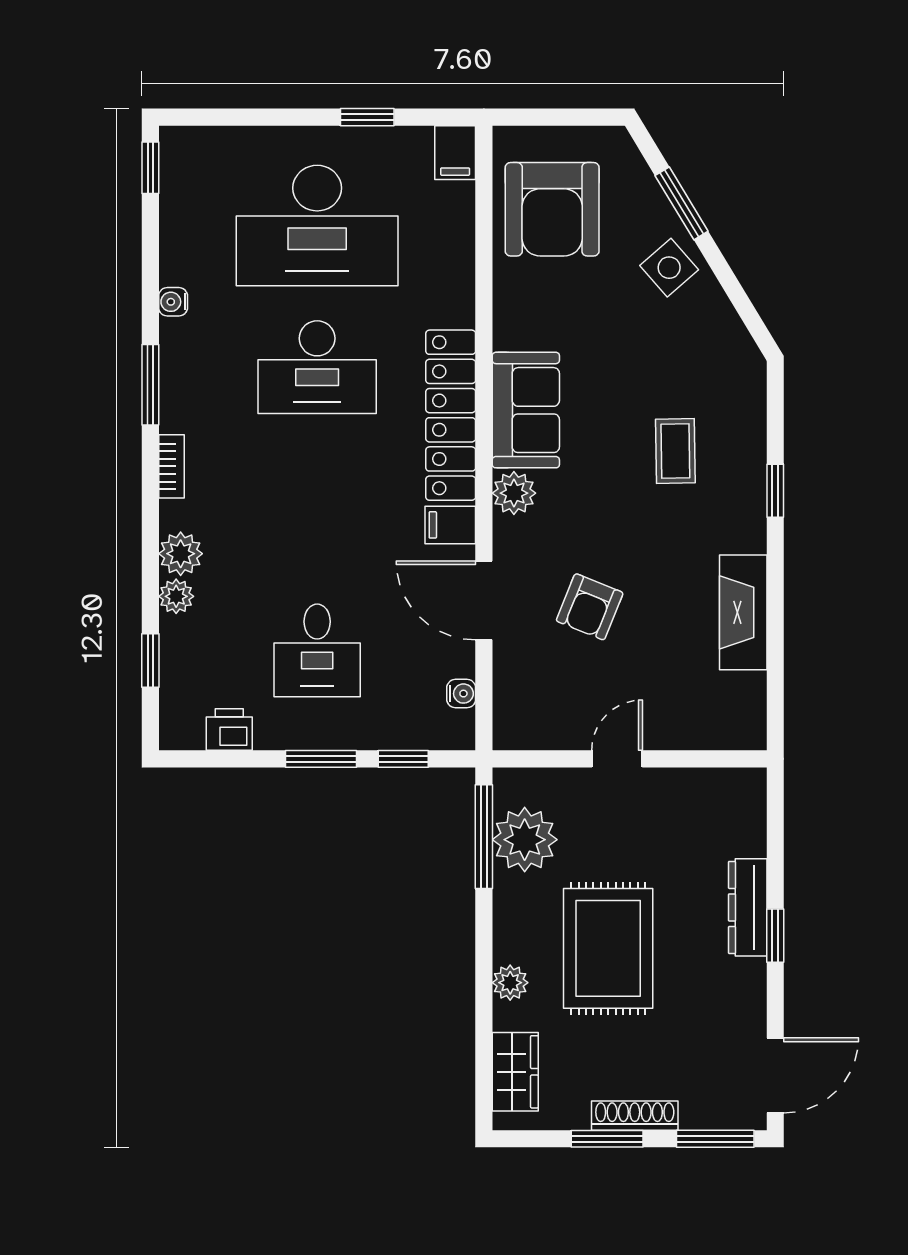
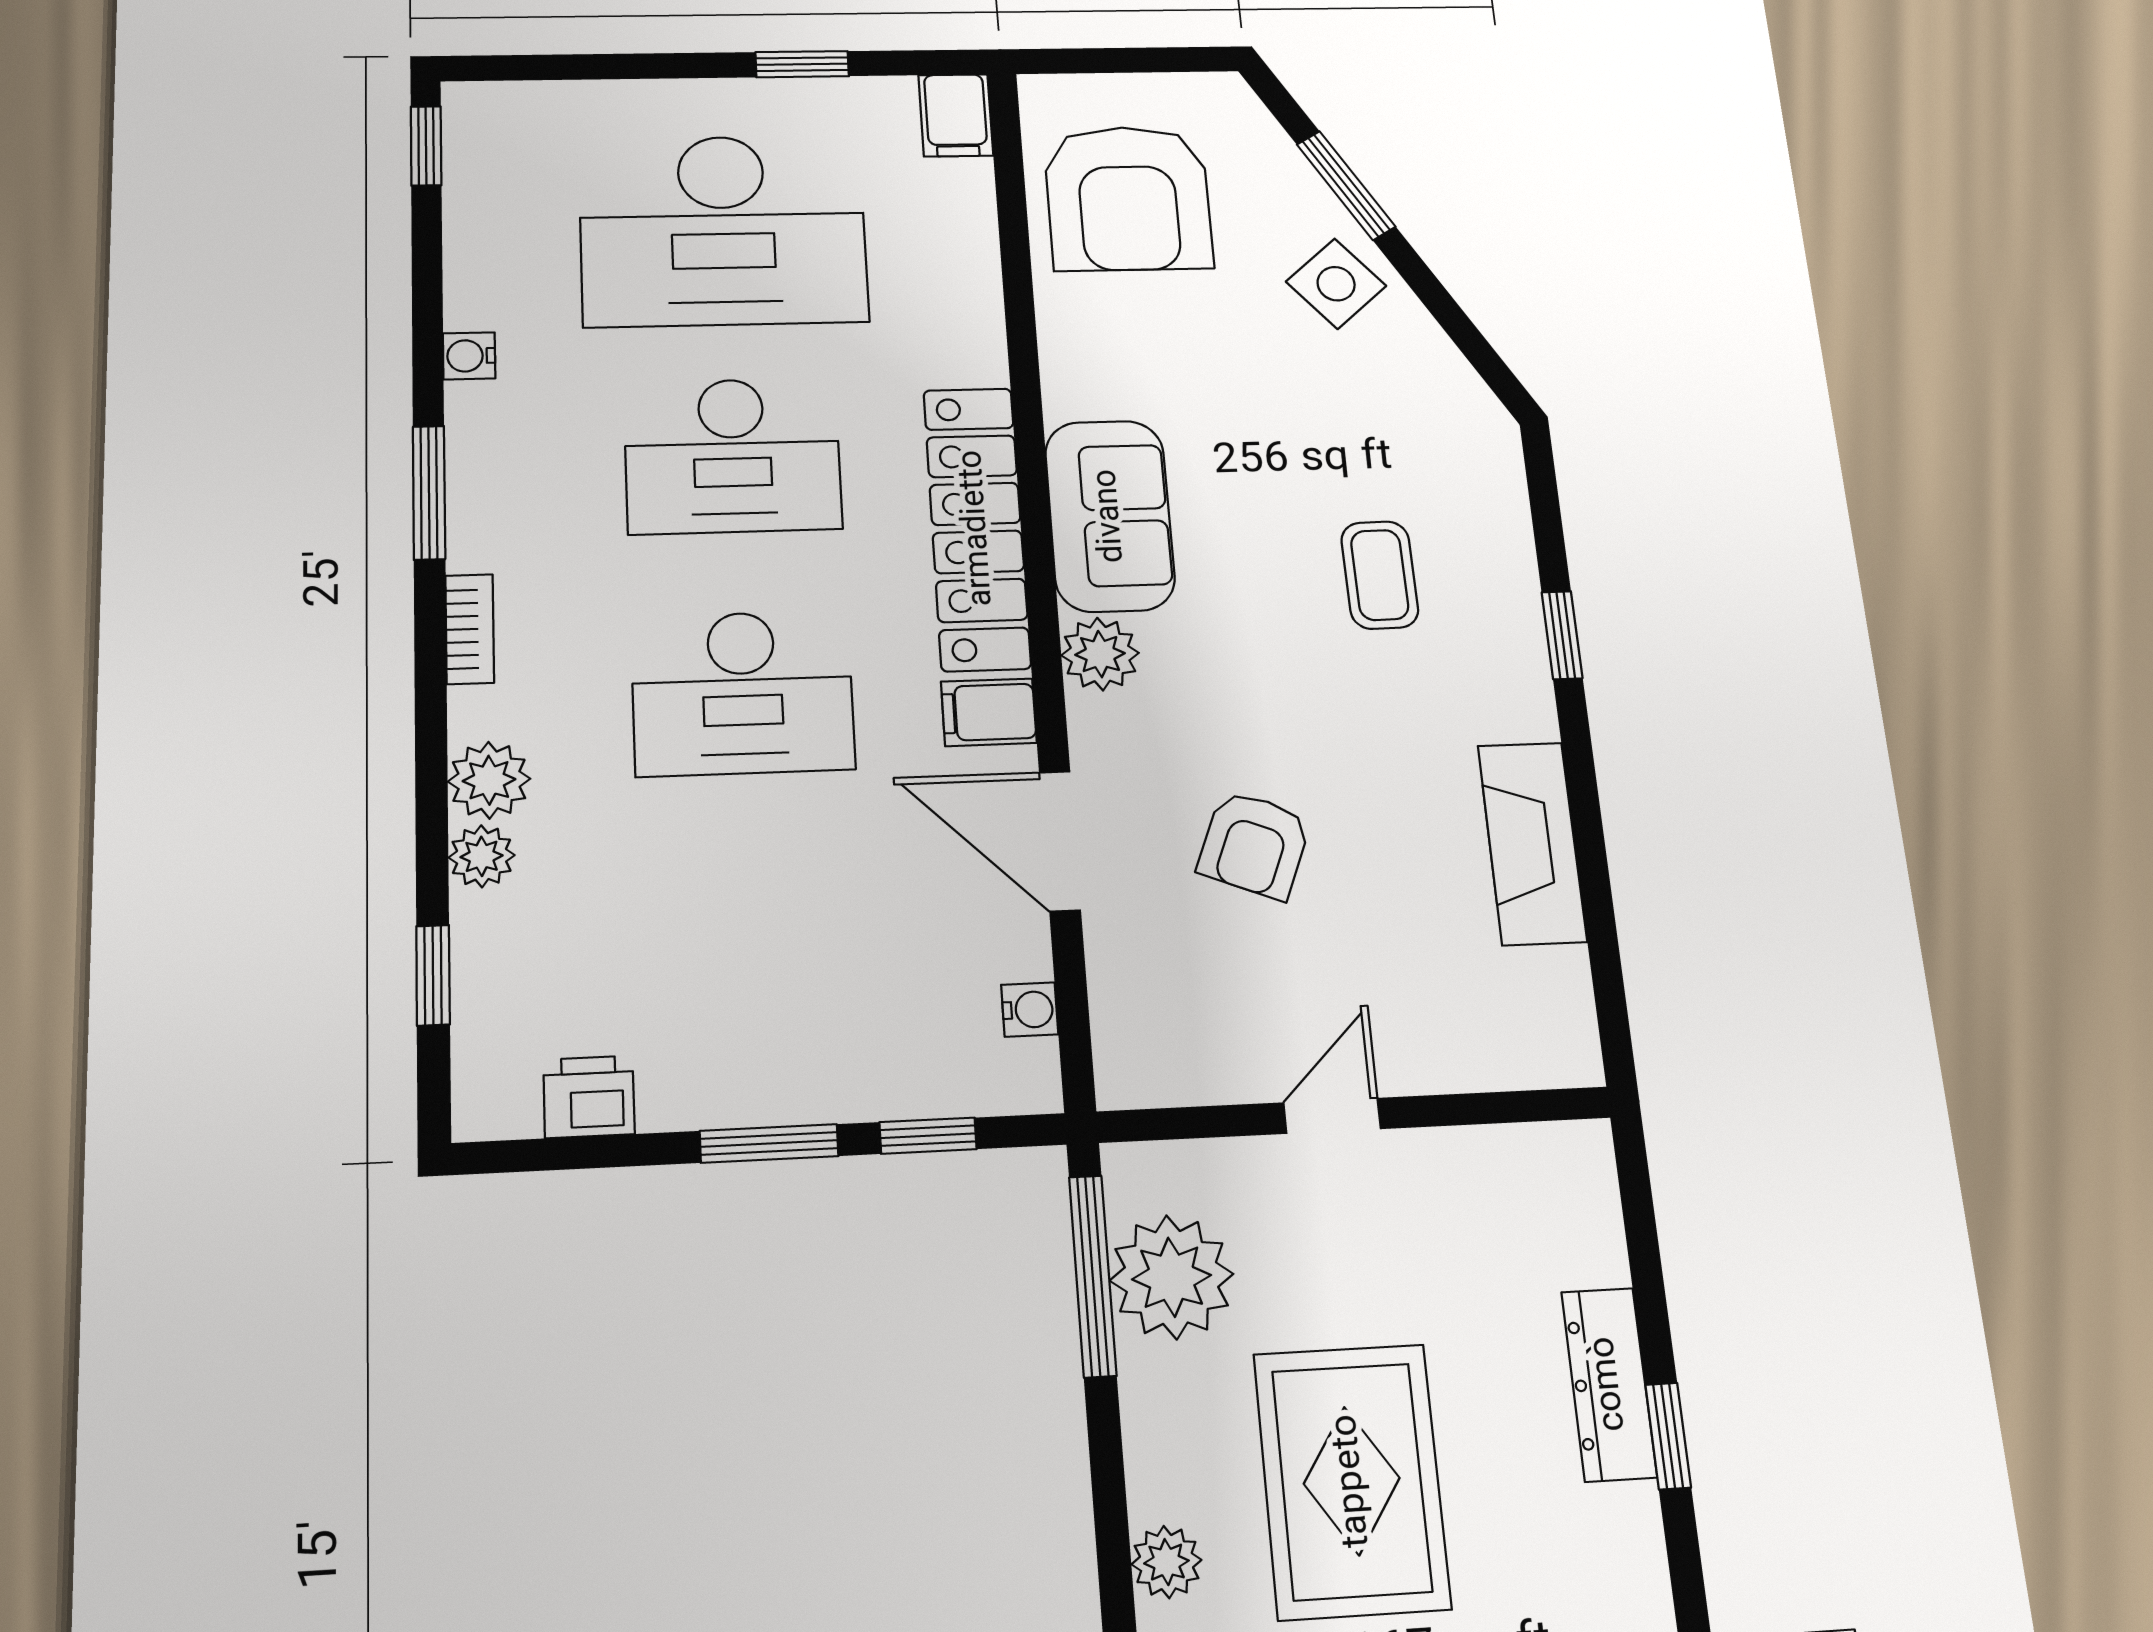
desk: (317, 650) -> (743, 693), moved, width x1.37

